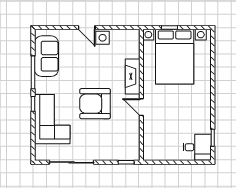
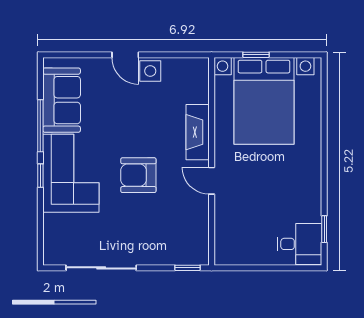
armchair: (95, 104) -> (138, 175), width x0.73, depth x0.73
corner sofa: (52, 119) -> (71, 173), moved

